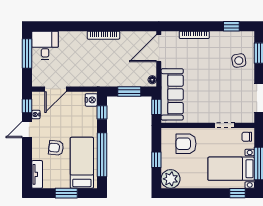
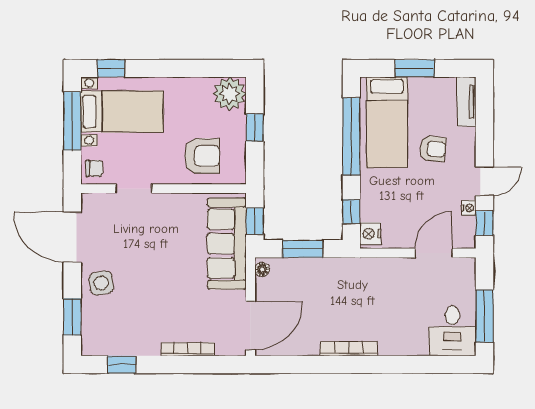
side table: (239, 61) -> (101, 283), moved

